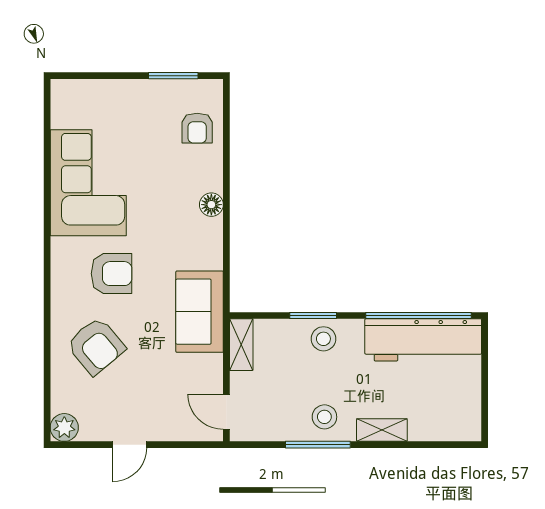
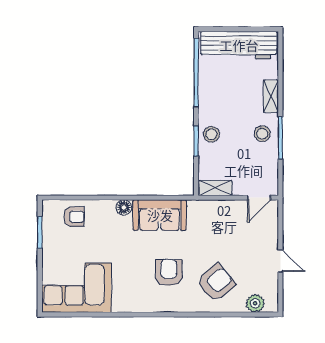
corner sofa: (88, 183) -> (76, 288), moved
sofa: (200, 312) -> (160, 215), moved
workbench: (423, 340) -> (239, 45), moved, turned 90
plant: (64, 427) -> (255, 303), moved

